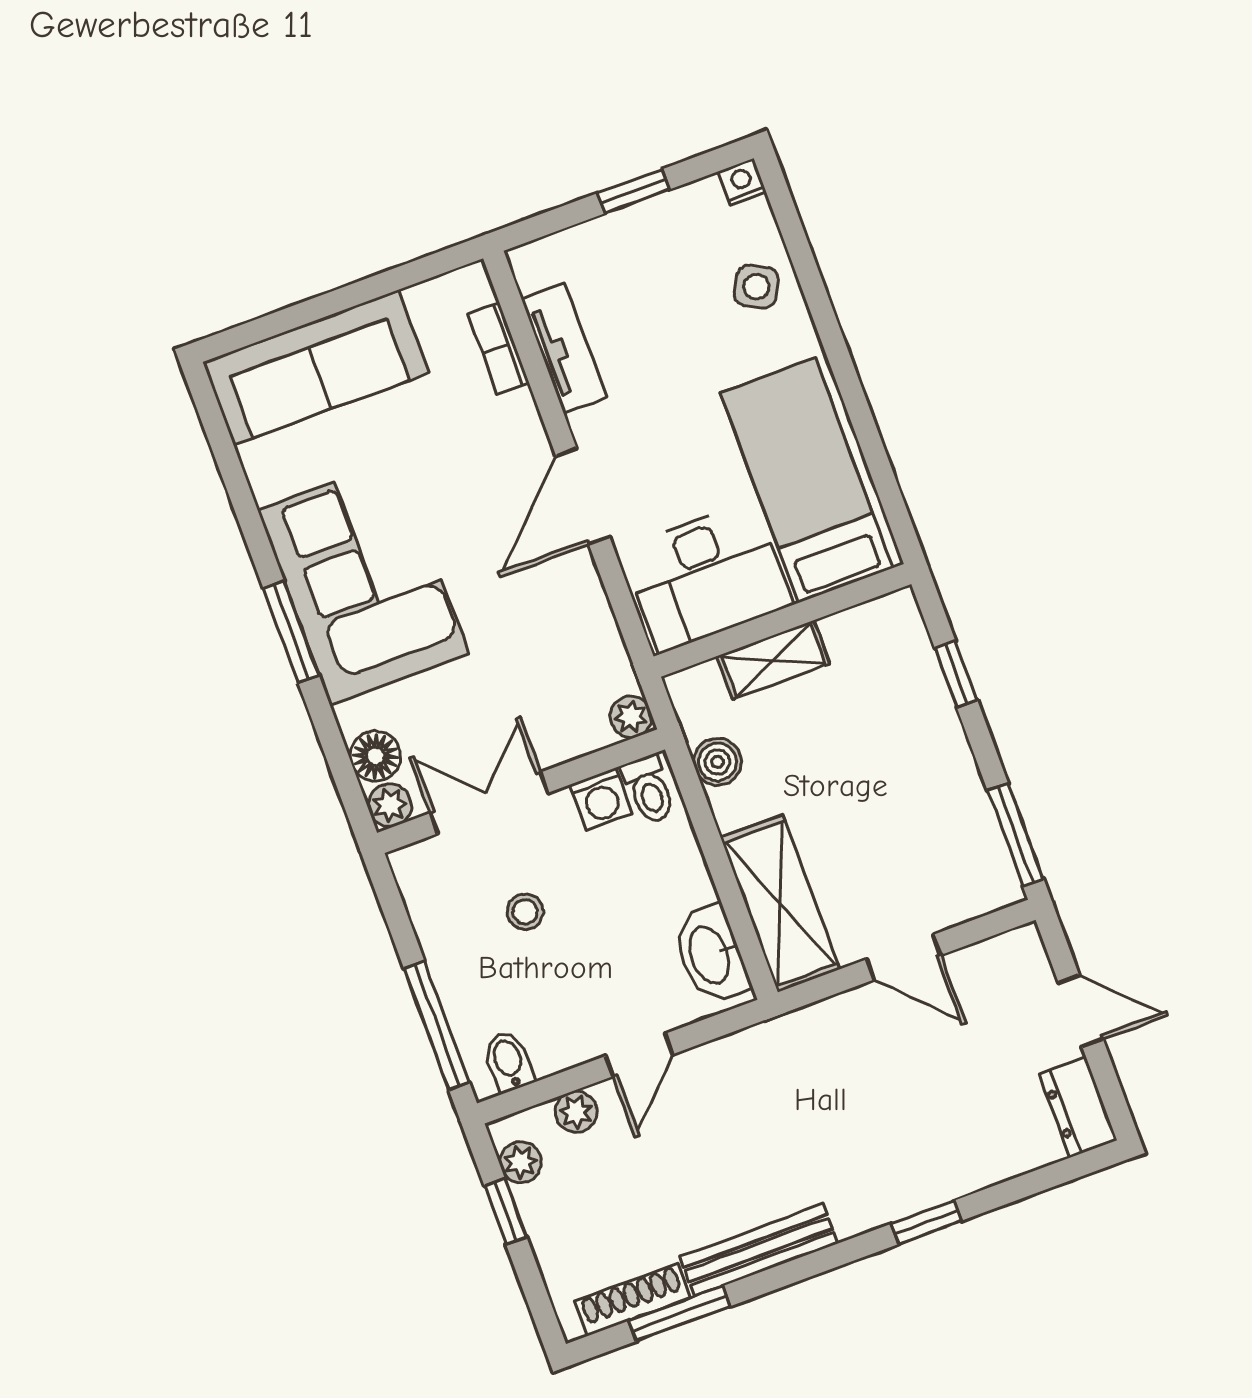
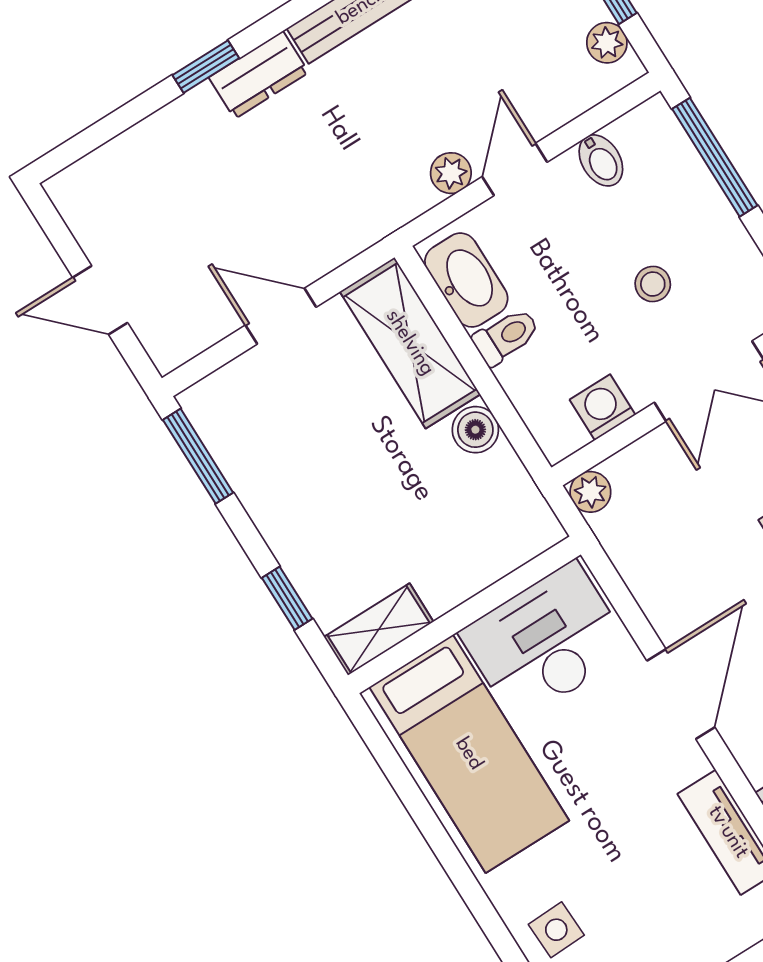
side table: (756, 287) -> (556, 930), turned -30
shelving: (773, 660) -> (379, 629), moved
boiler: (718, 762) -> (475, 430), moved
toilet: (649, 789) -> (506, 336), moved, turned 90
bidet: (509, 1062) -> (601, 160), moved
dresser: (1078, 1107) -> (259, 75), moved, turned 90
plant: (576, 1112) -> (451, 173), moved

